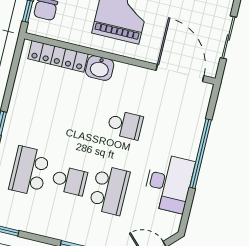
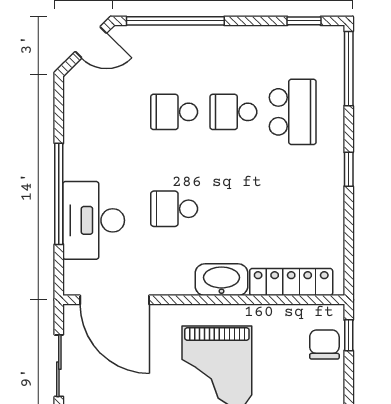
washbasin: (100, 68) -> (221, 280), width x1.38
desk: (169, 183) -> (94, 220), moved
school desk: (109, 190) -> (174, 112), width x0.54

